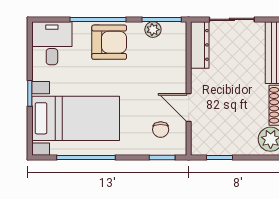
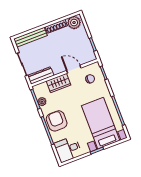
wardrobe: (175, 71) -> (59, 83), added
door: (189, 107) -> (74, 69), swing flipped

